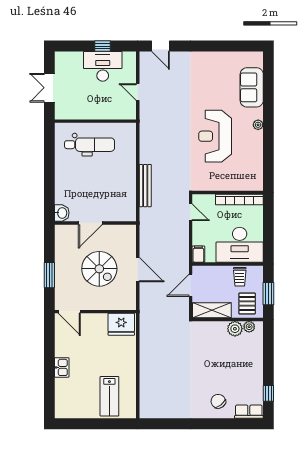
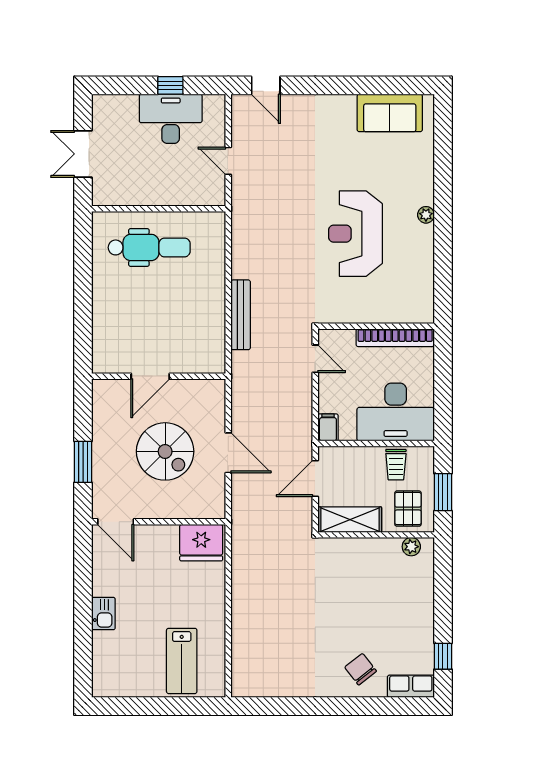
sofa: (252, 87) -> (390, 113), moved, turned -90
washbasin: (62, 213) -> (103, 360), removed
plant: (235, 329) -> (388, 550), removed

